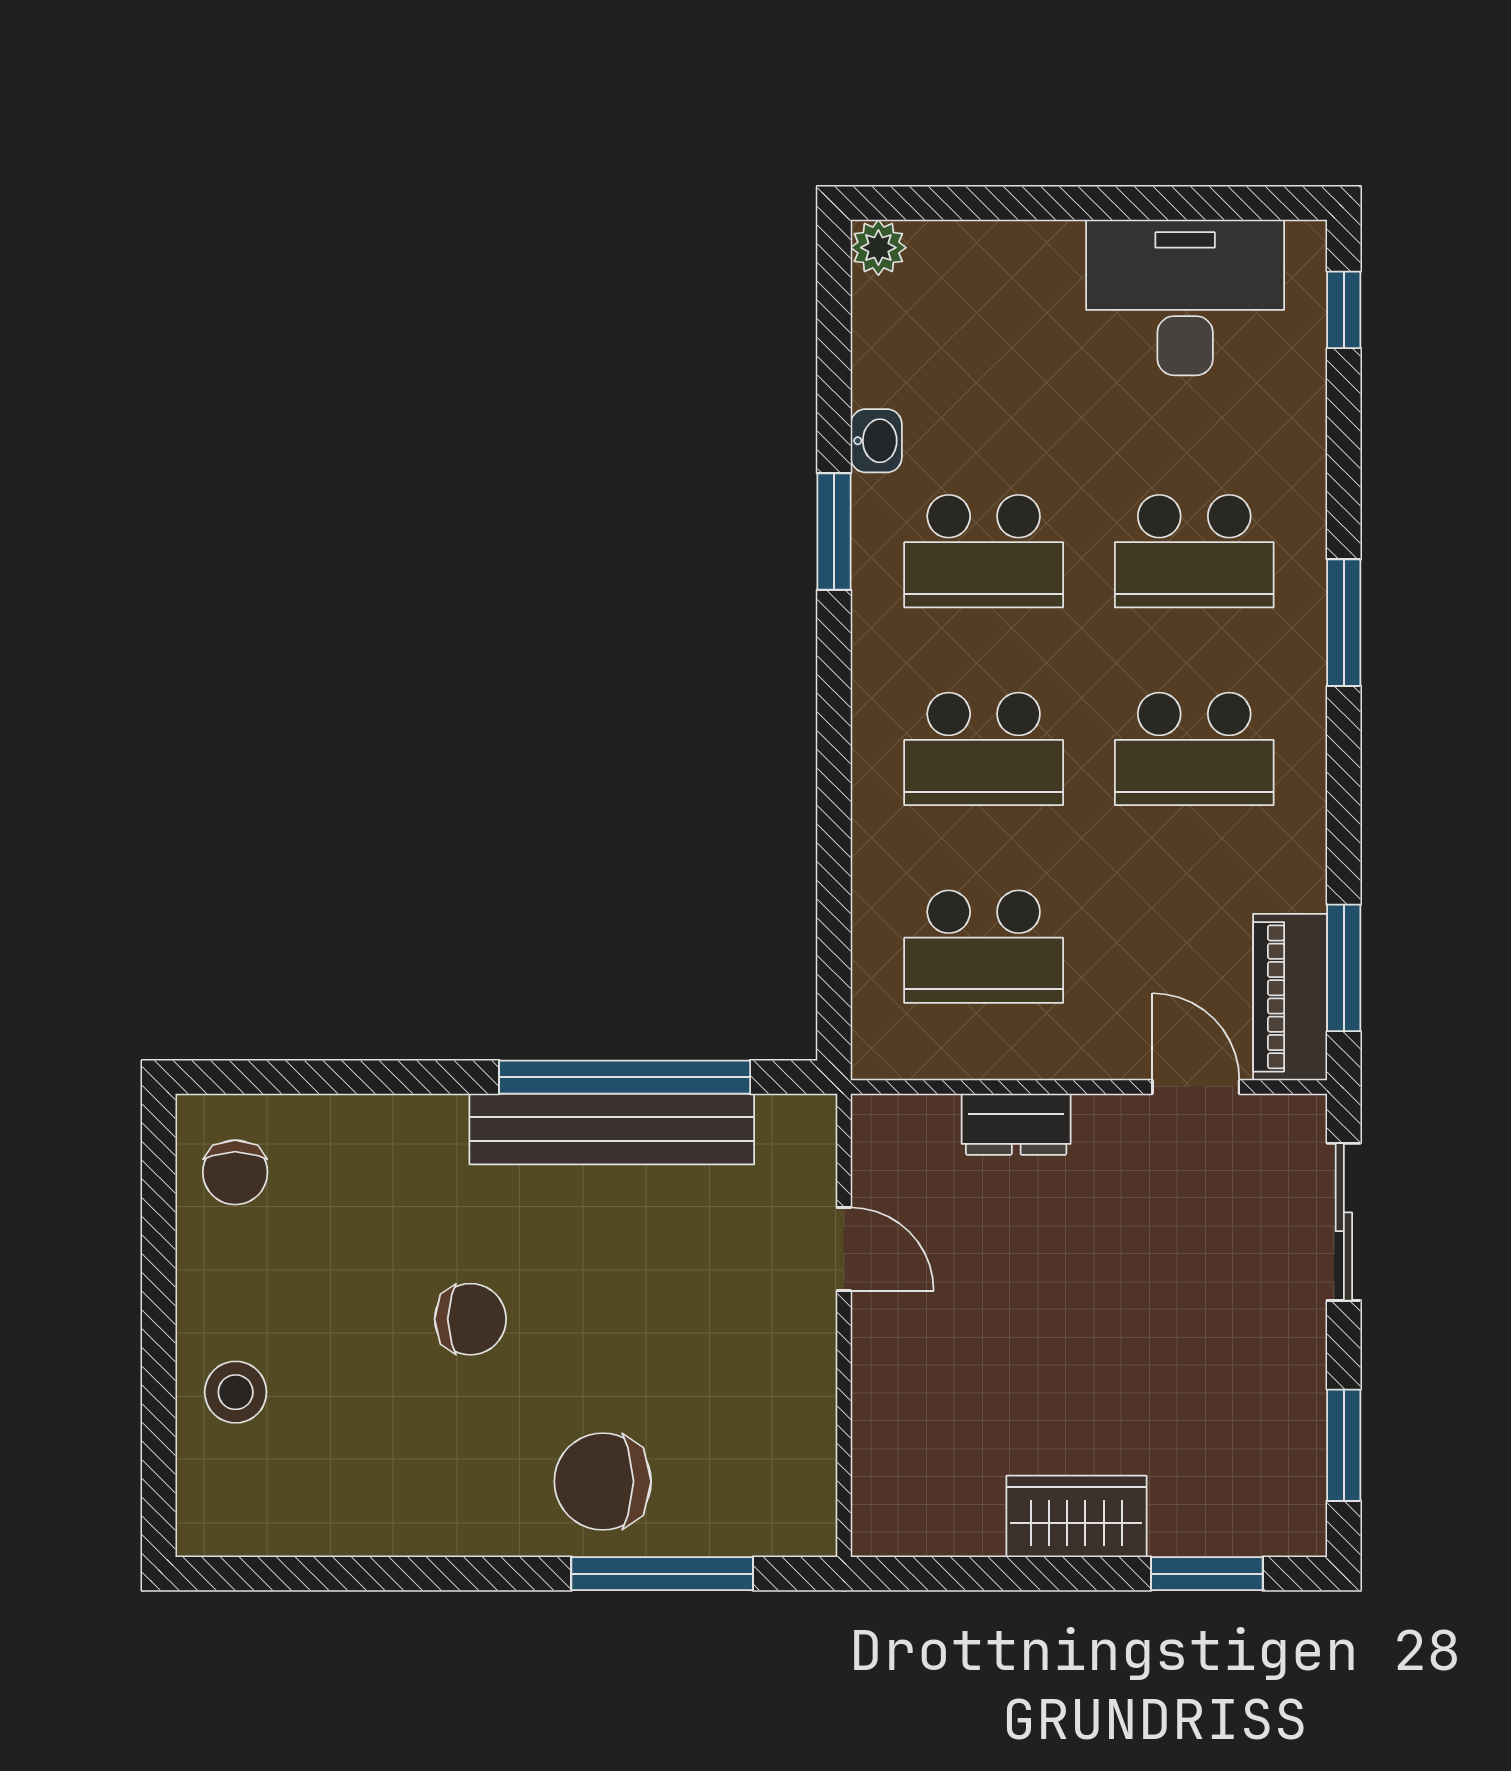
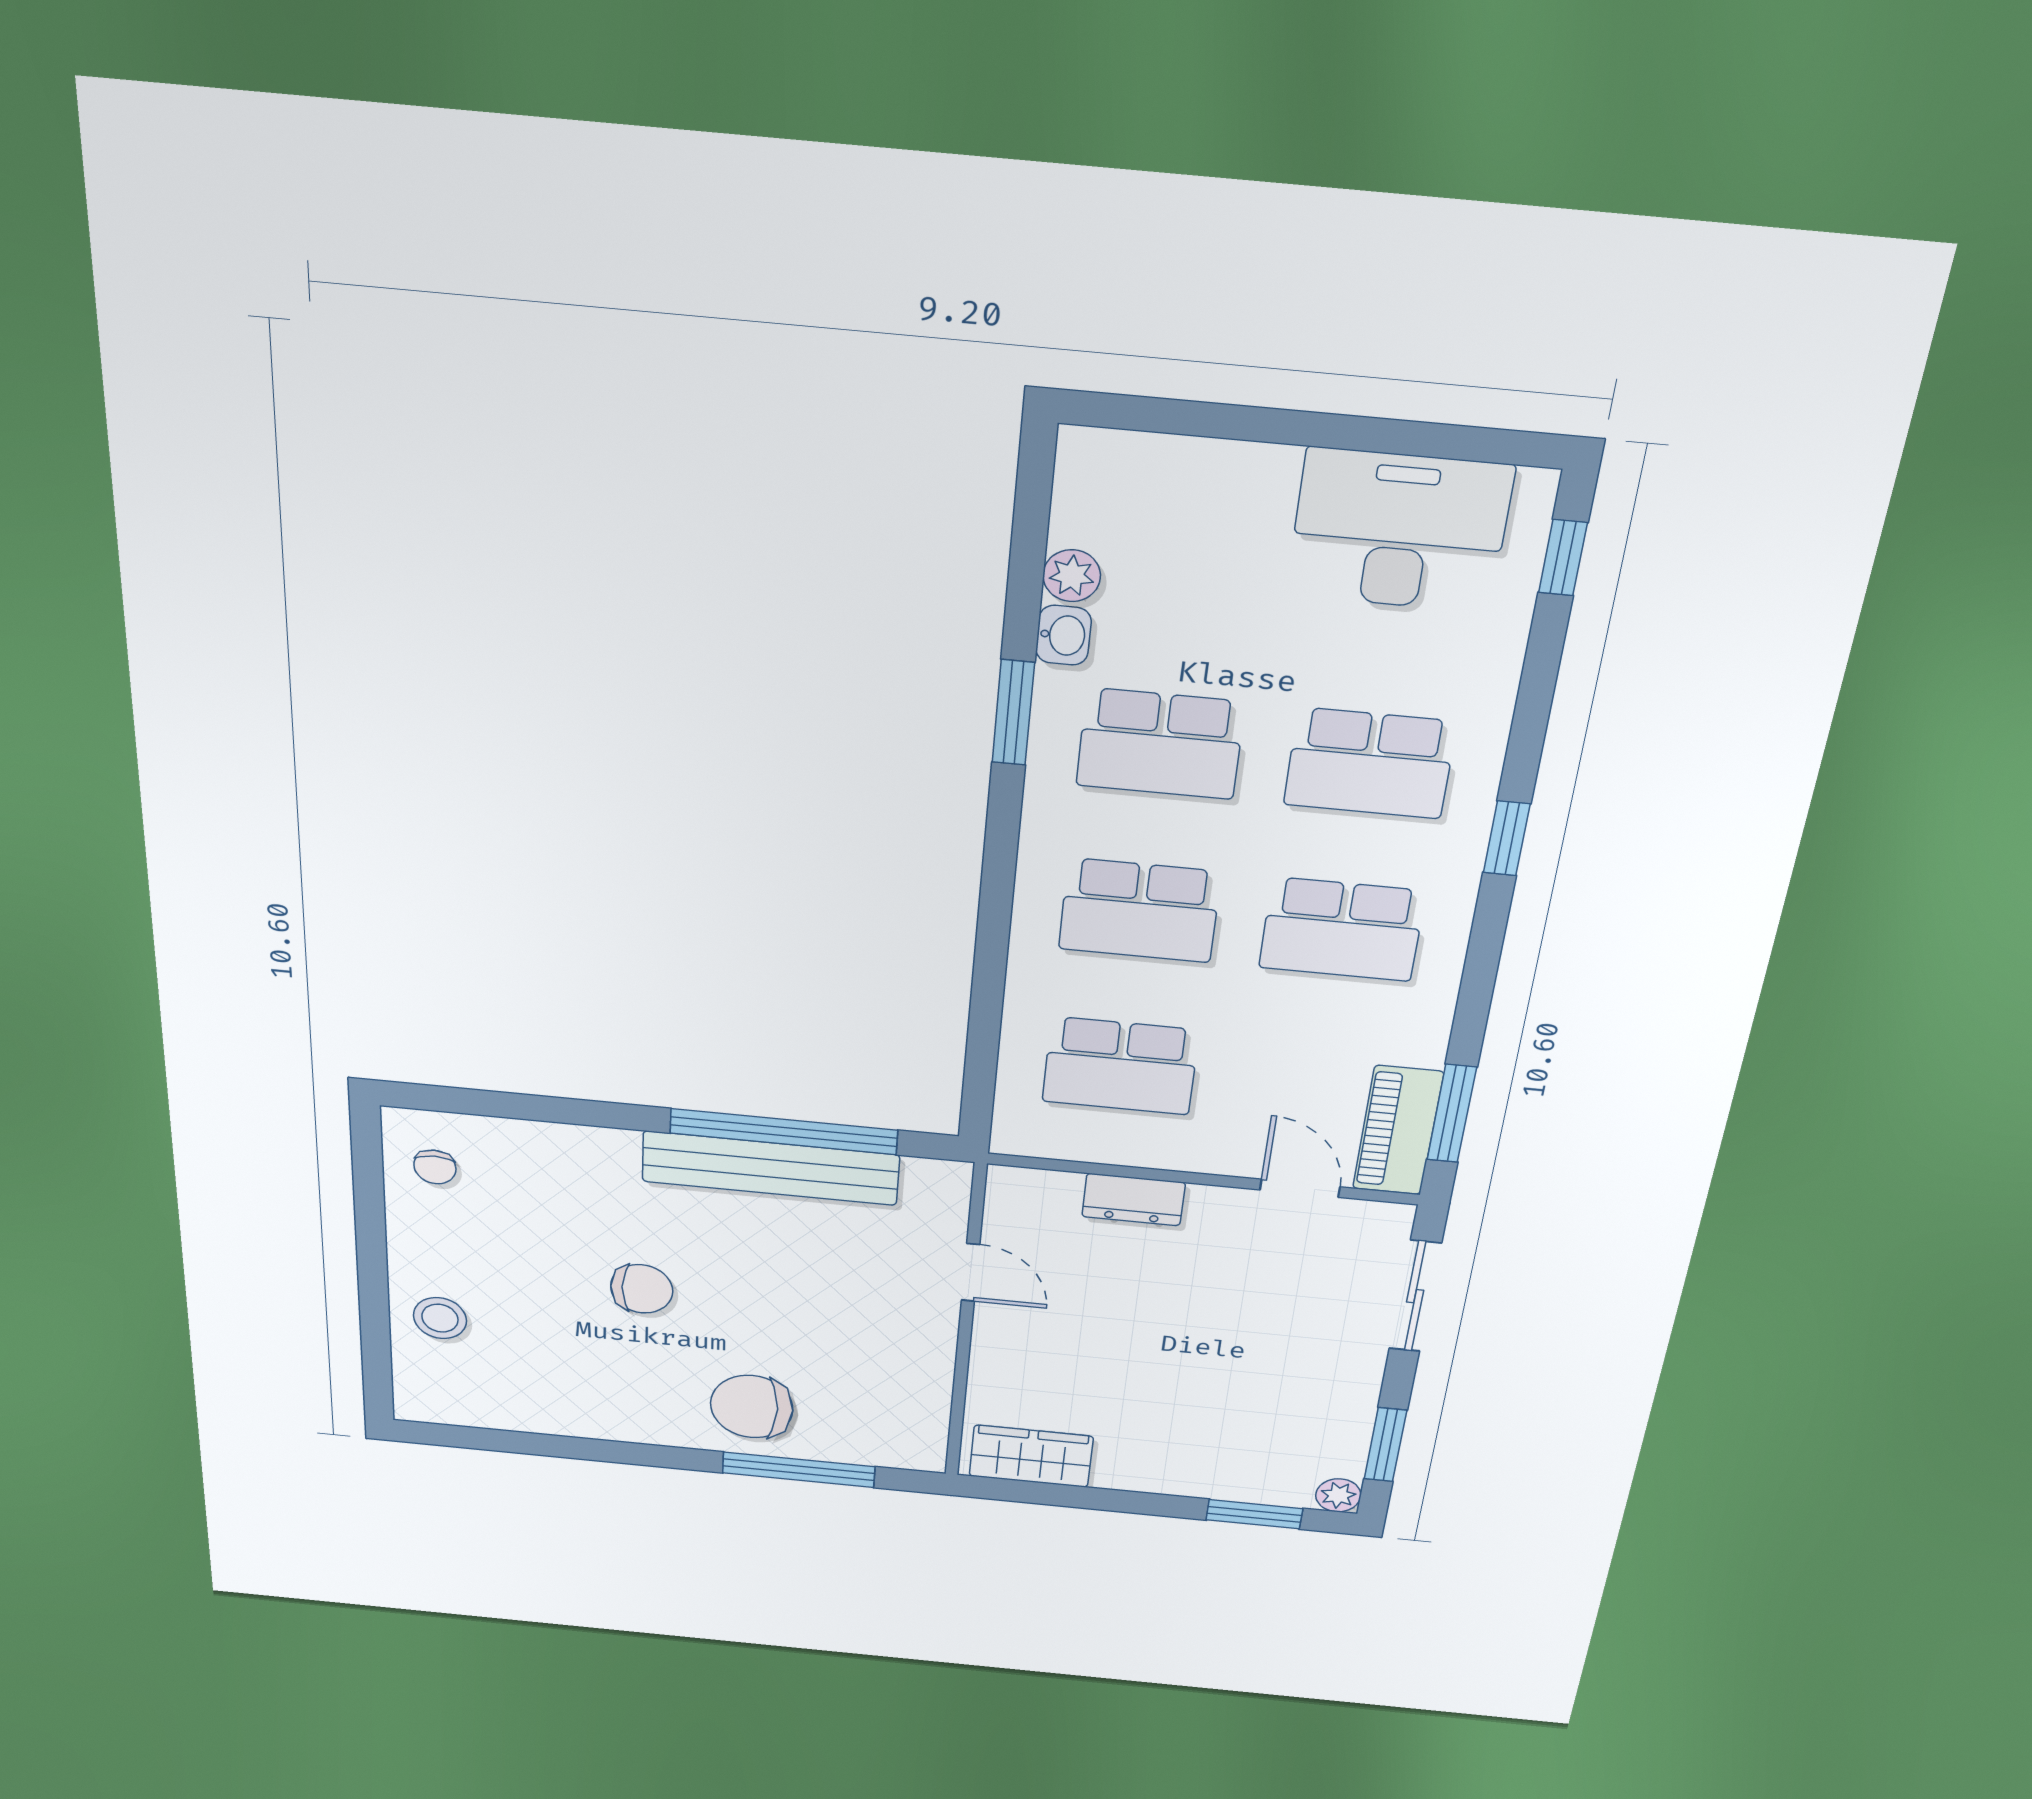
plant: (878, 248) -> (1072, 576), moved
window: (1344, 623) -> (1507, 838), width x0.67
chair: (235, 1172) -> (435, 1167), width x0.73, depth x0.73
wardrobe: (1076, 1516) -> (1031, 1456), moved
plant: (1301, 1531) -> (1338, 1495), added

